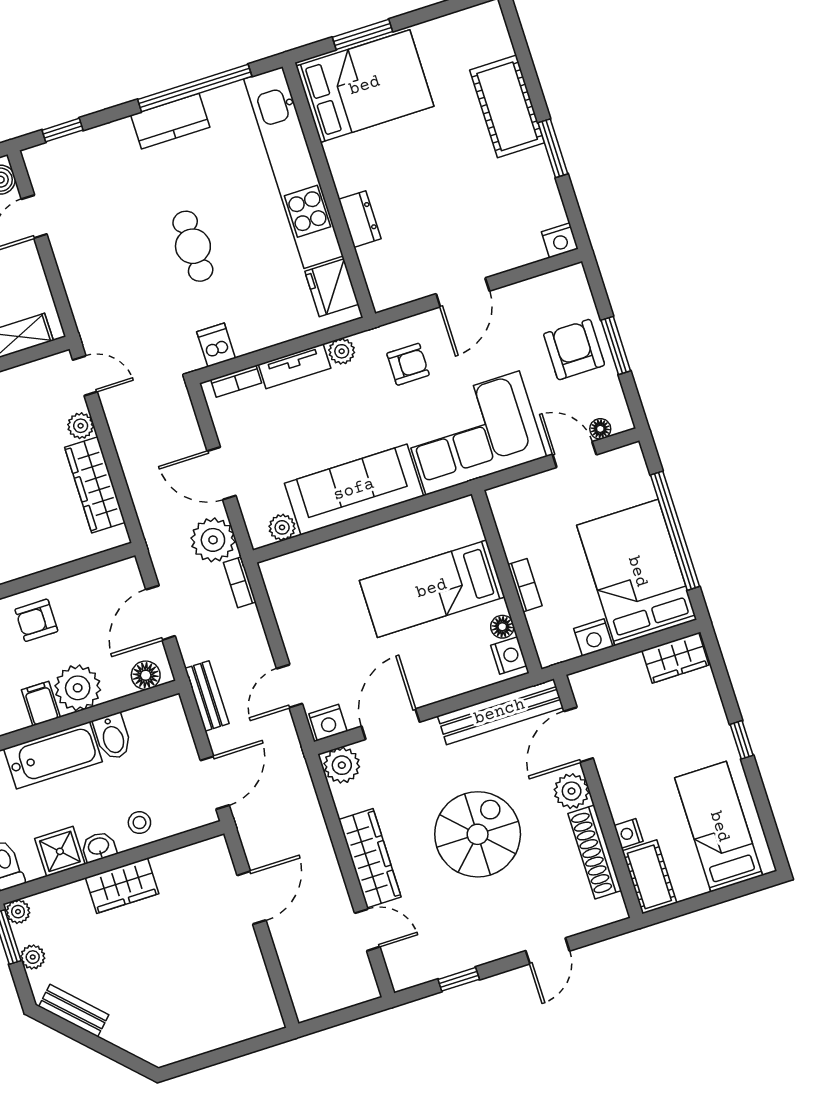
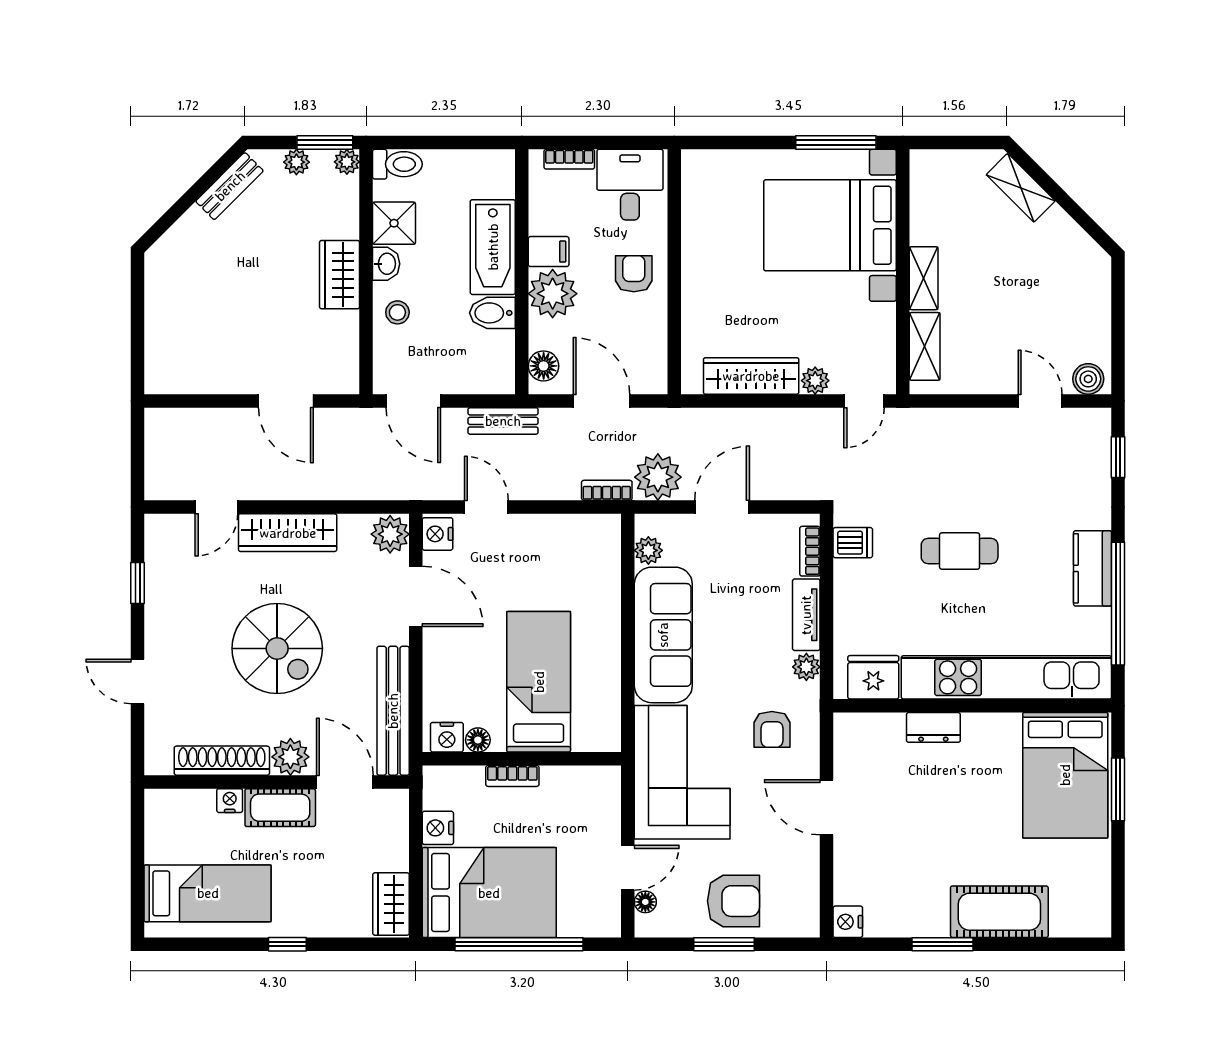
cot: (649, 877) -> (280, 808), moved

